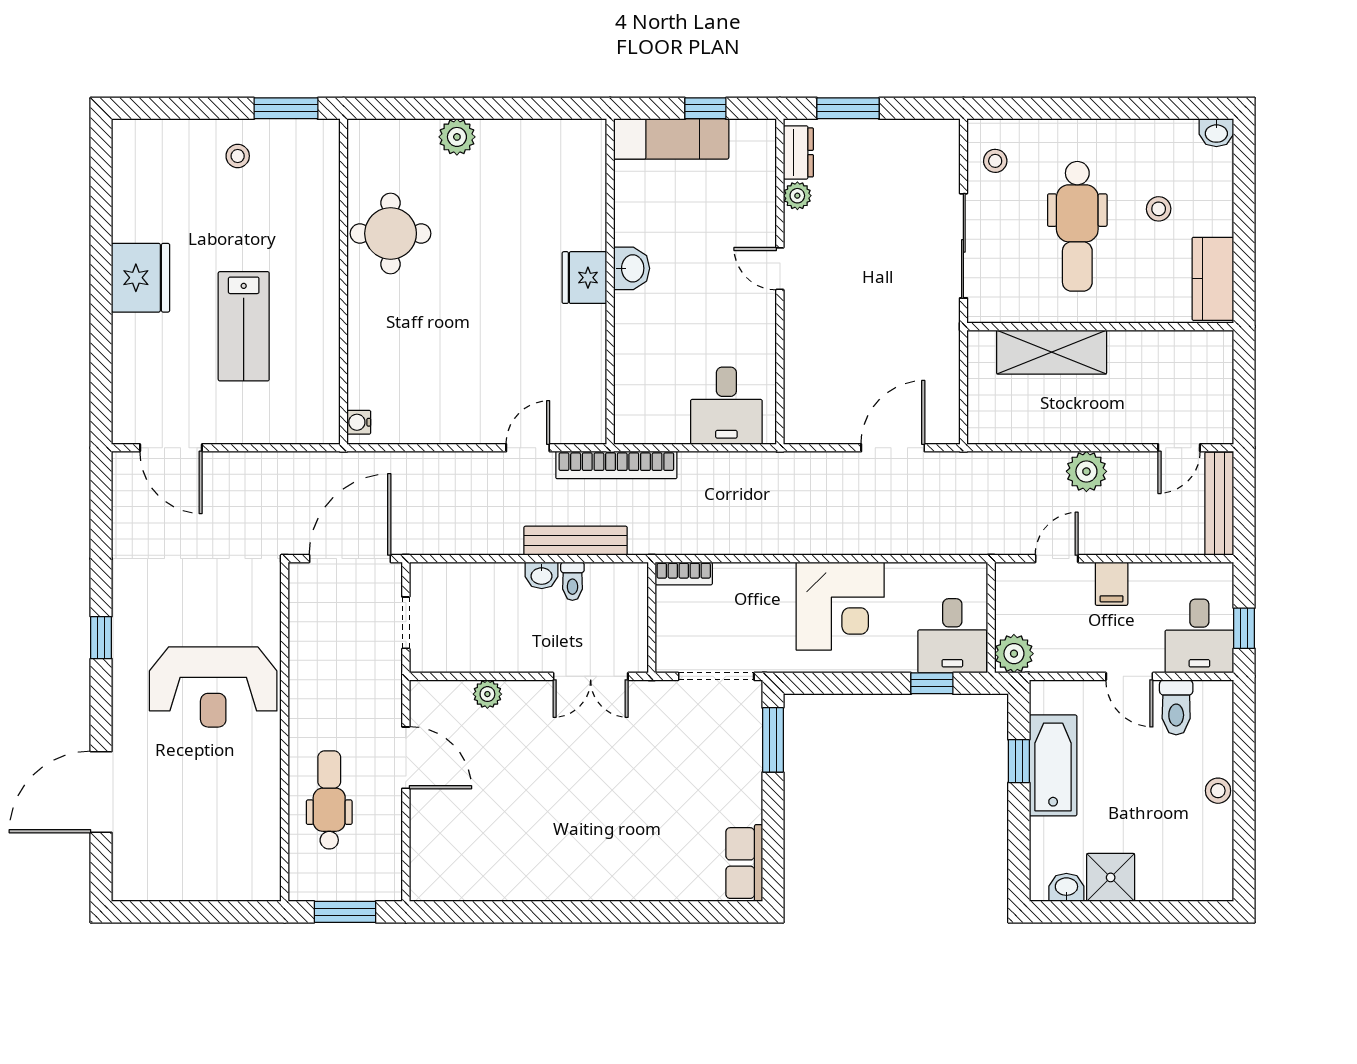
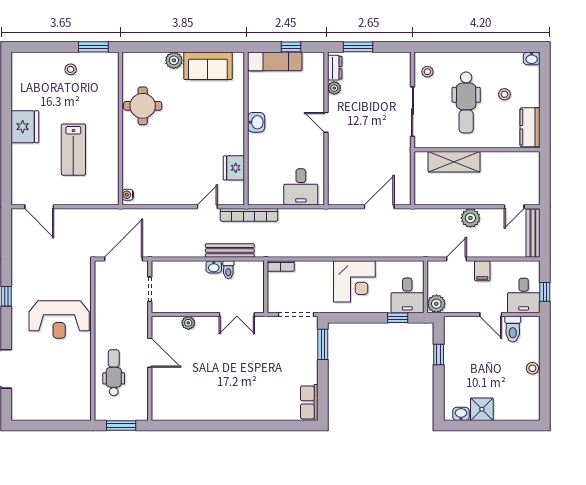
sofa: (529, 148) -> (208, 66), added
fridge: (584, 278) -> (234, 168), moved
bathtub: (1053, 765) -> (455, 356), removed

